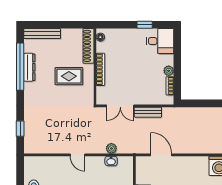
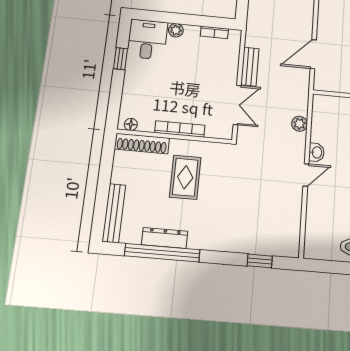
plant: (169, 71) -> (176, 30), moved
washbasin: (111, 161) -> (317, 152), moved

